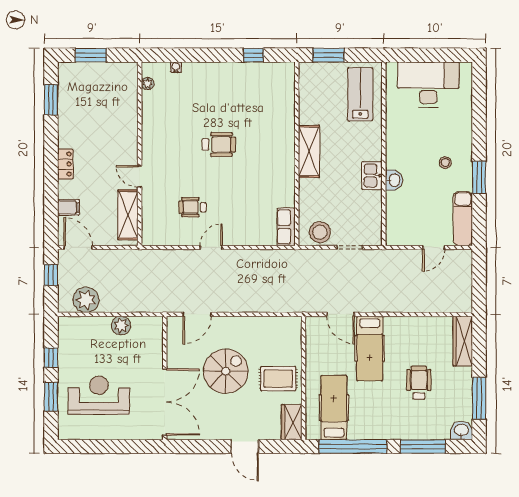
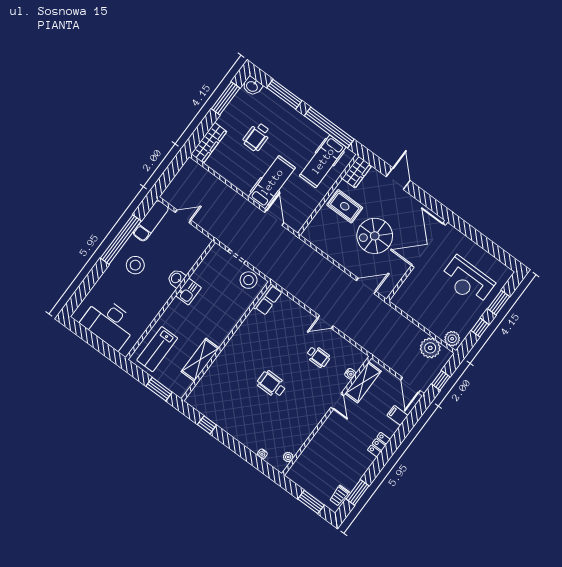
trolley: (67, 83) -> (339, 496), added
shelving: (309, 151) -> (200, 360), moved
stool: (445, 163) -> (135, 265), width x1.89, depth x1.89
window: (479, 177) -> (121, 240), width x2.11
water cooler: (147, 214) -> (350, 374), added
plant: (121, 326) -> (452, 339), moved

